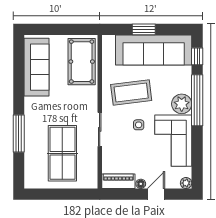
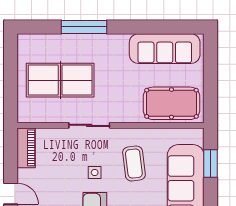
window: (144, 29) -> (211, 164), moved
coffee table: (131, 93) -> (134, 164), width x0.73, depth x0.76
floor lamp: (141, 184) -> (23, 175), removed

